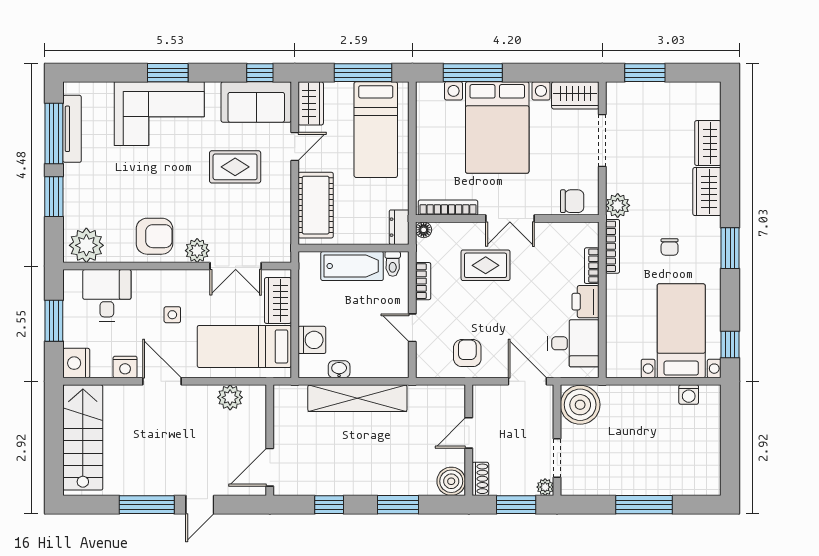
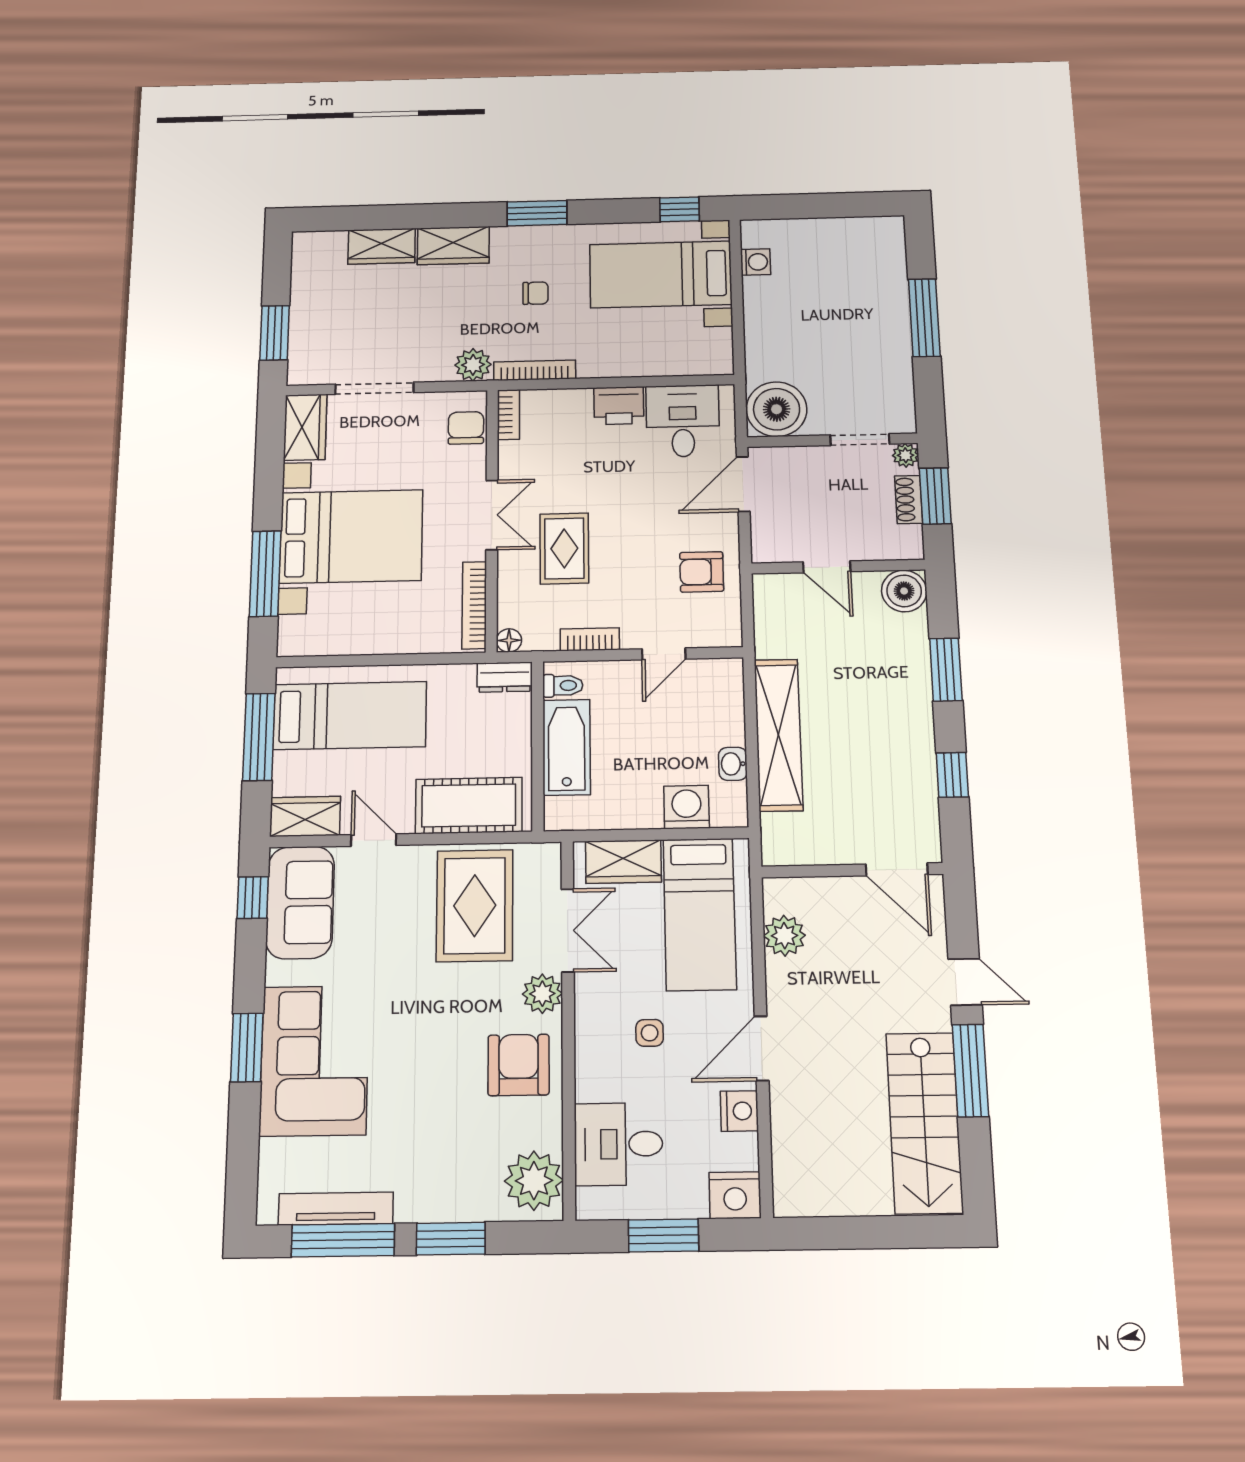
rug: (235, 167) -> (475, 906), moved, width x1.36, depth x1.43
bookcase: (592, 266) -> (508, 415), moved, turned -90
stairs: (83, 437) -> (924, 1123), moved, turned -90
shoe rack: (480, 479) -> (909, 499), moved, turned -90

